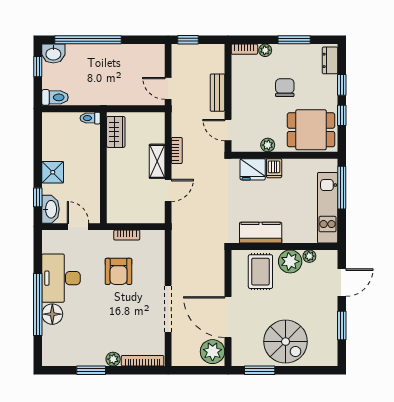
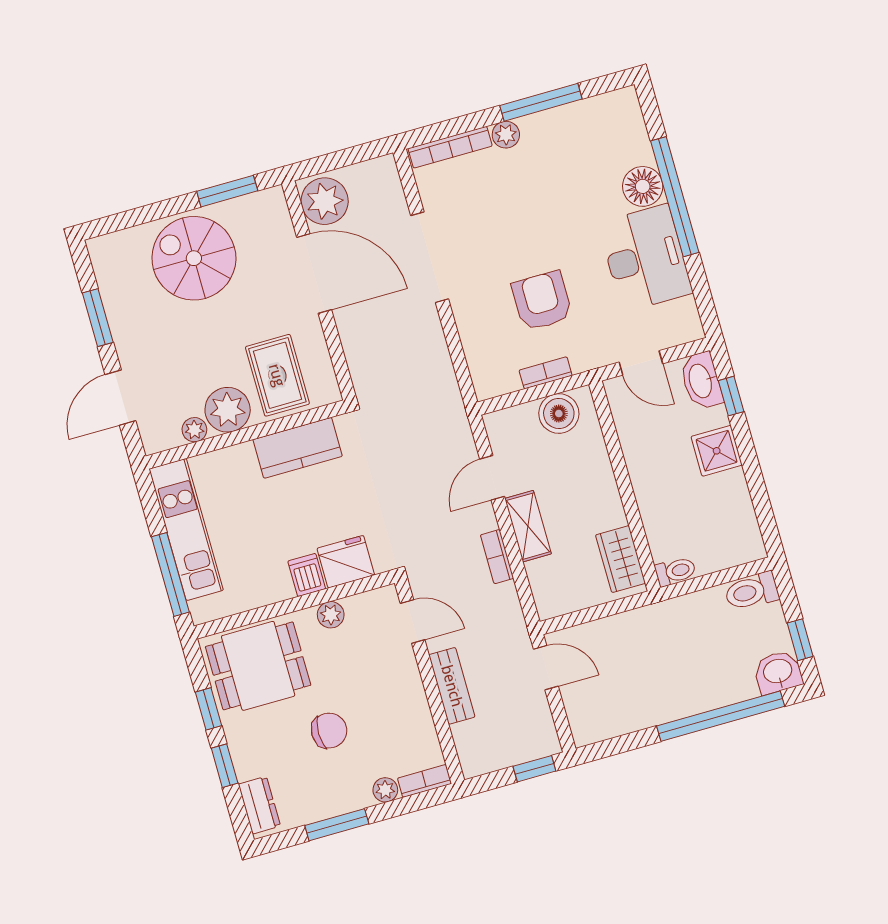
chair: (285, 88) -> (329, 731), turned -90
boiler: (126, 213) -> (559, 413), added
window: (91, 370) -> (541, 102), width x1.44

